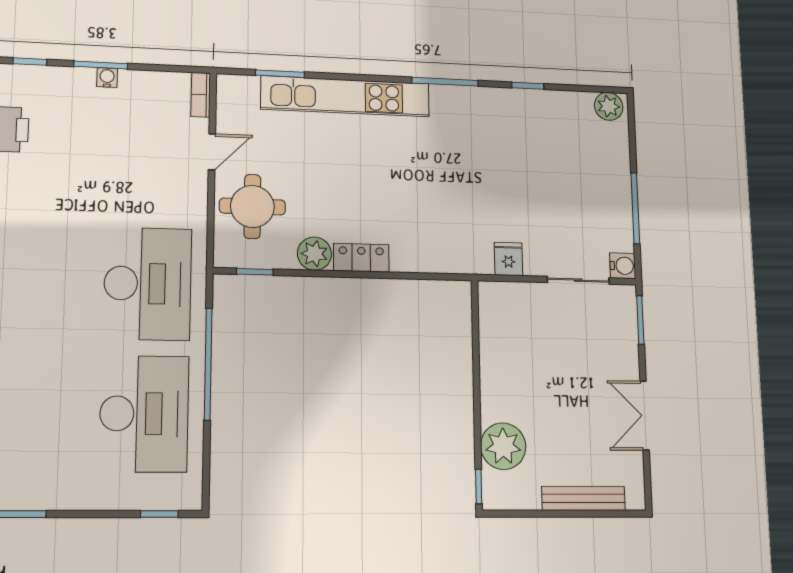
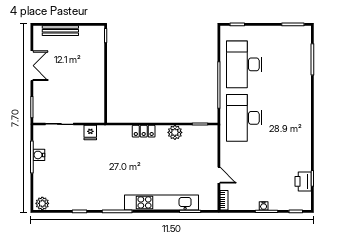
door: (212, 152) -> (219, 175), swing flipped
round table: (252, 206) -> (201, 152), removed
locker: (361, 258) -> (144, 131), moved
water cooler: (623, 266) -> (39, 155), moved
plant: (503, 446) -> (95, 52), removed

